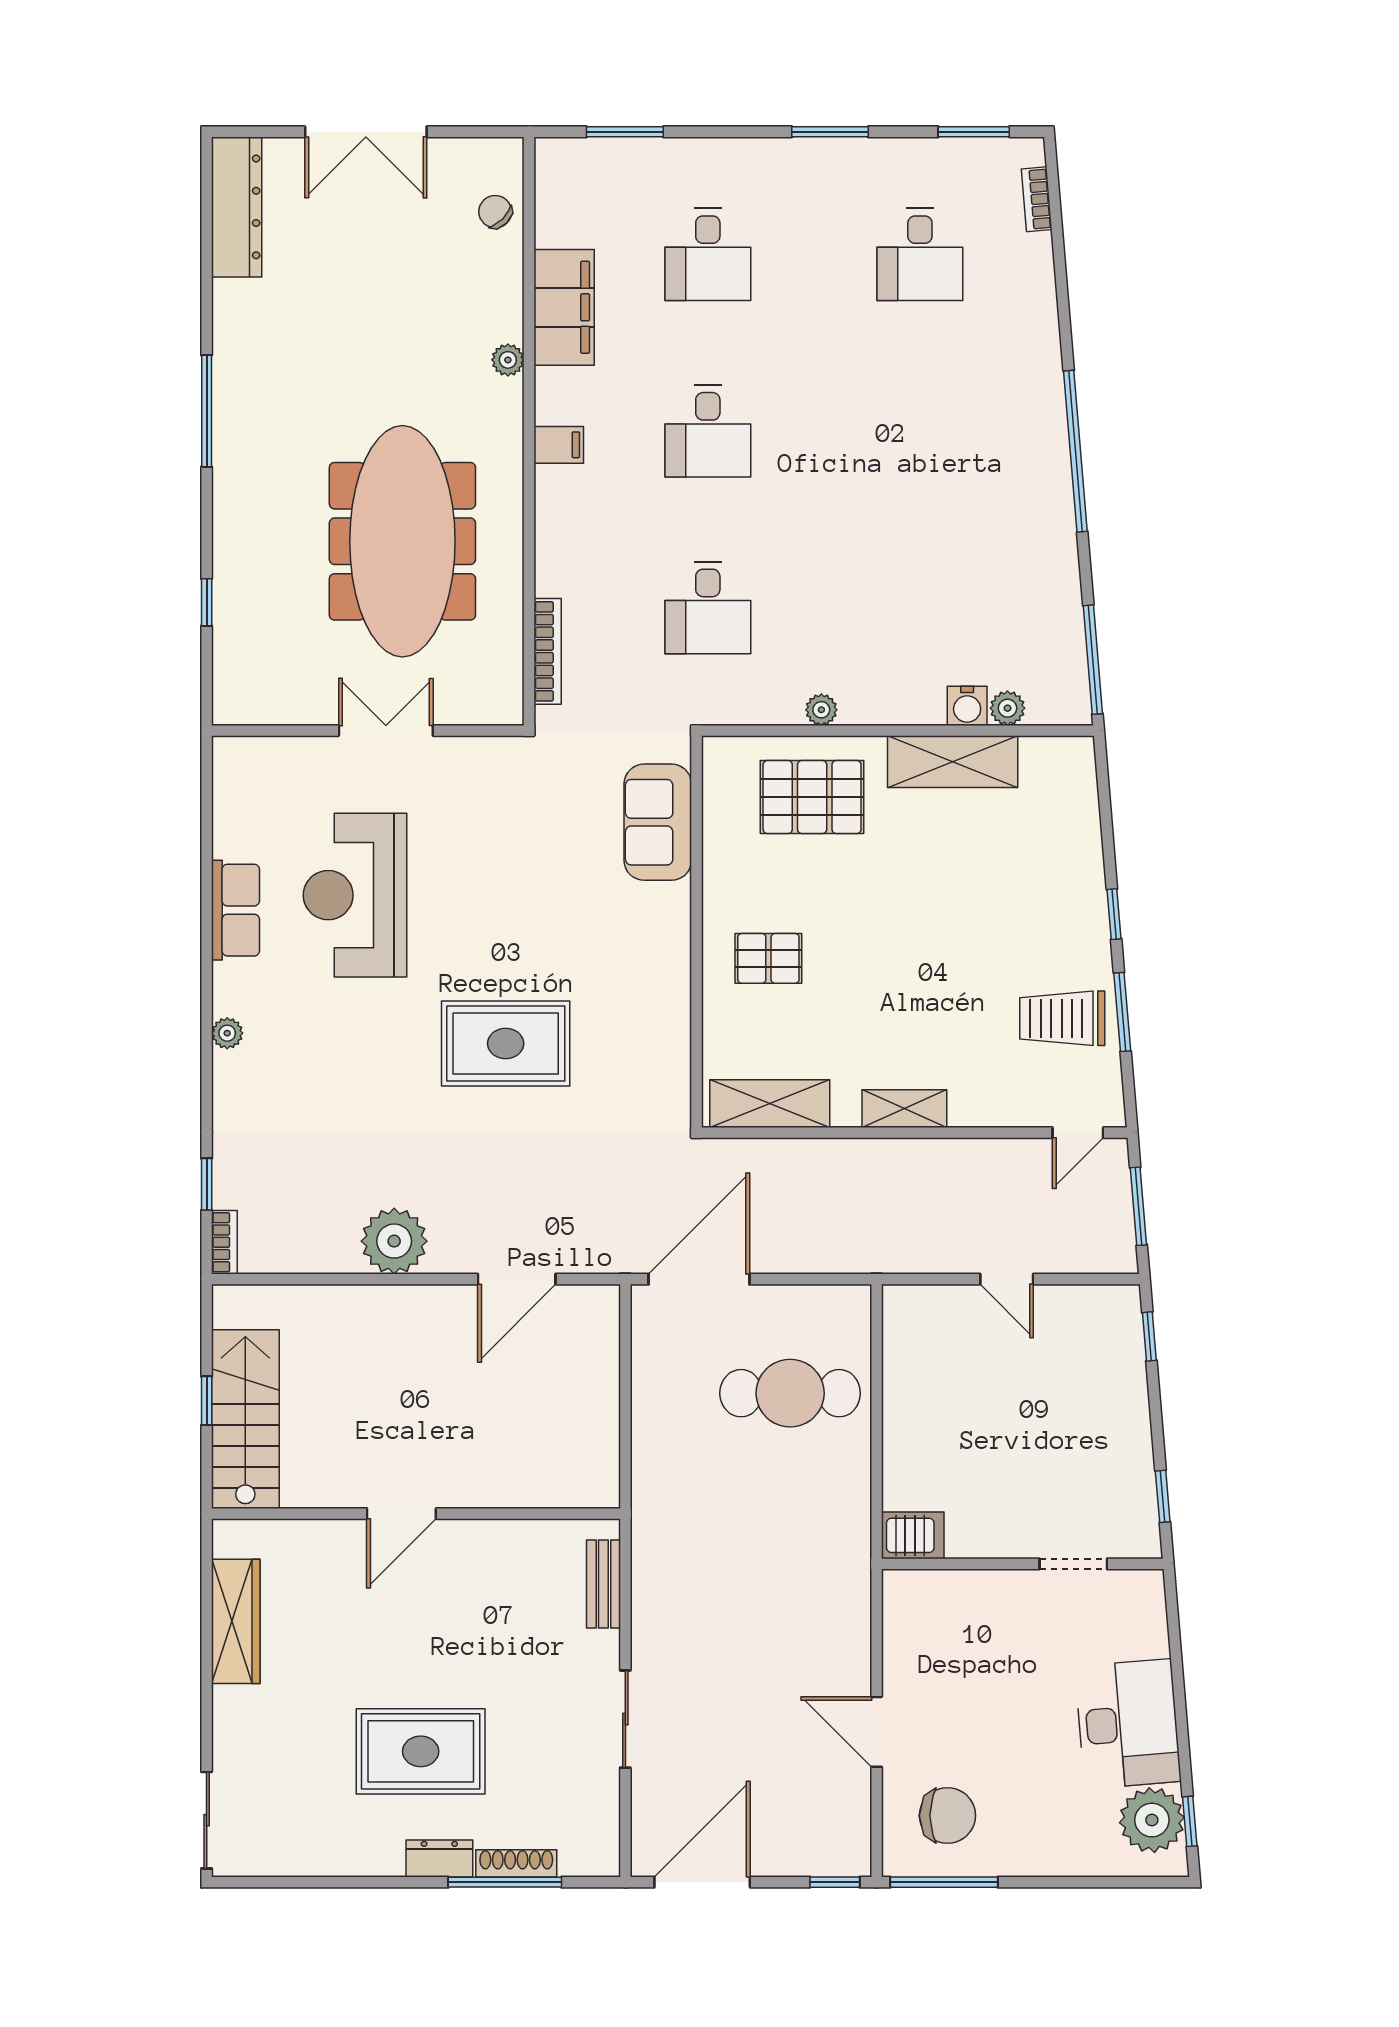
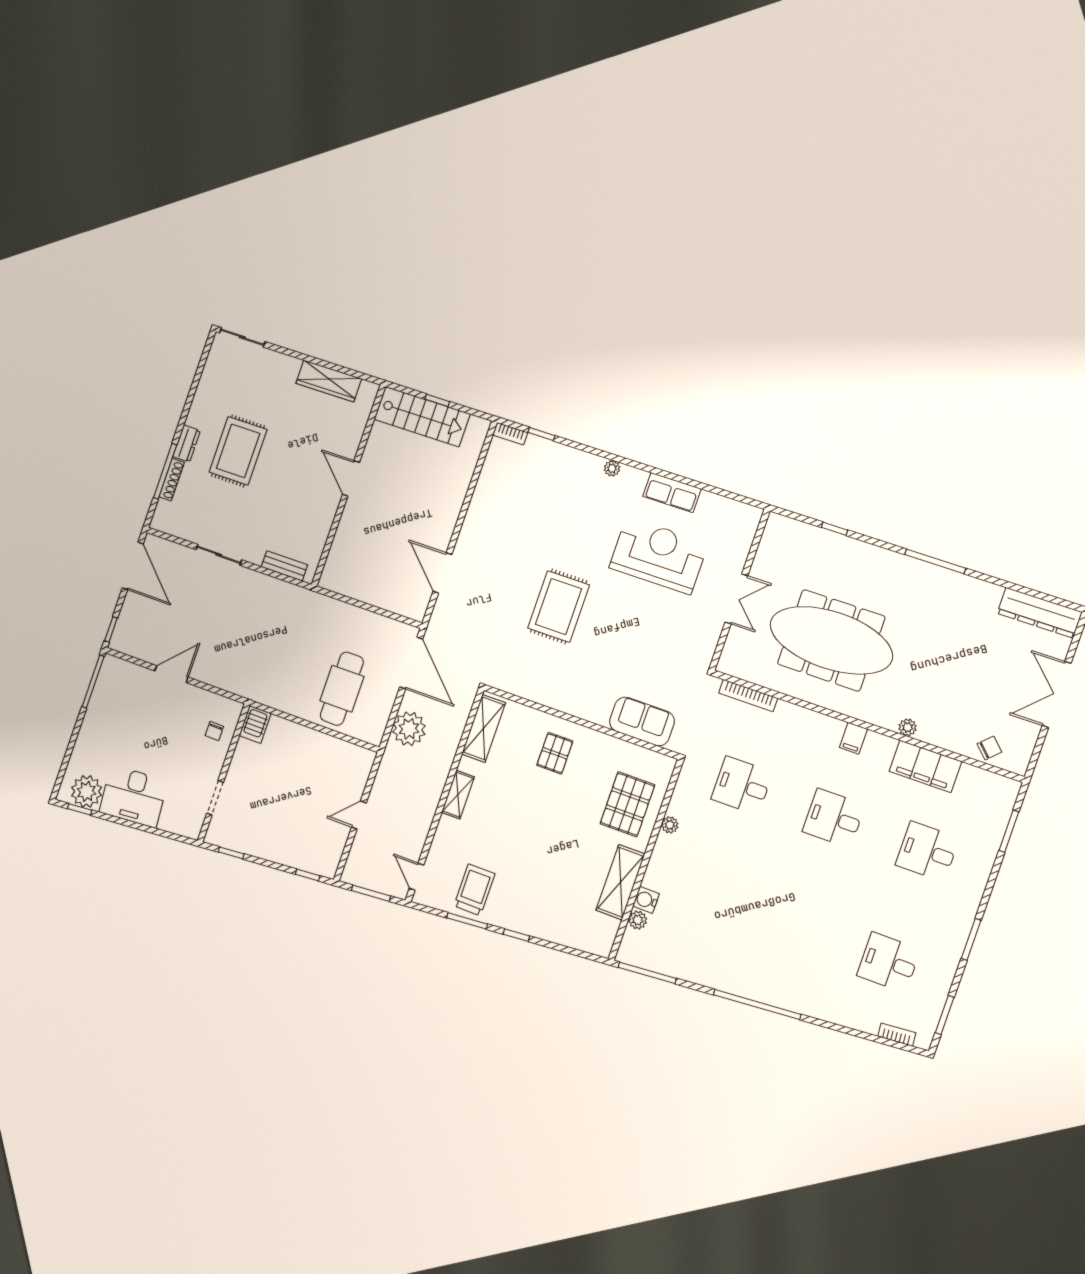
plant: (394, 1241) -> (409, 729), moved
chair: (947, 1816) -> (214, 731), moved, width x0.54, depth x0.54

